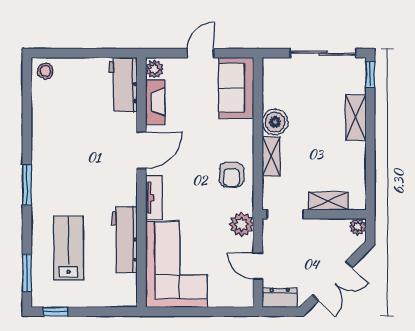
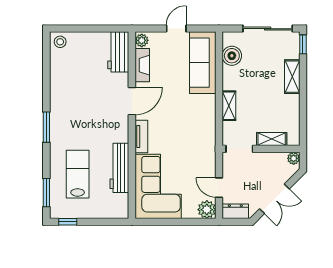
sofa: (236, 88) -> (203, 63), width x1.36
boiler: (275, 122) -> (232, 56), moved
armchair: (231, 175) -> (199, 119), removed
plant: (242, 224) -> (207, 210), moved

